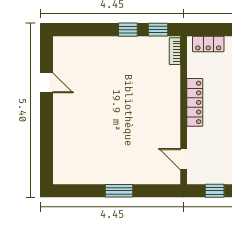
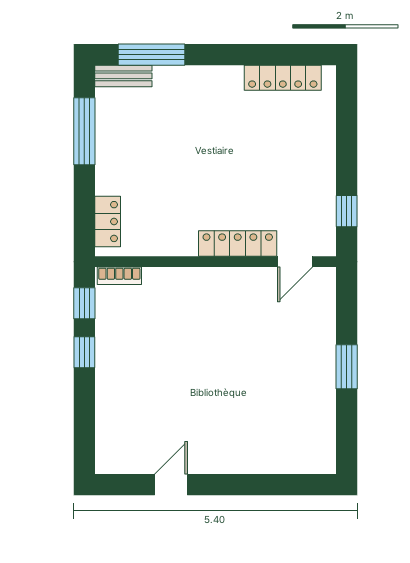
locker: (195, 102) -> (238, 244), moved

